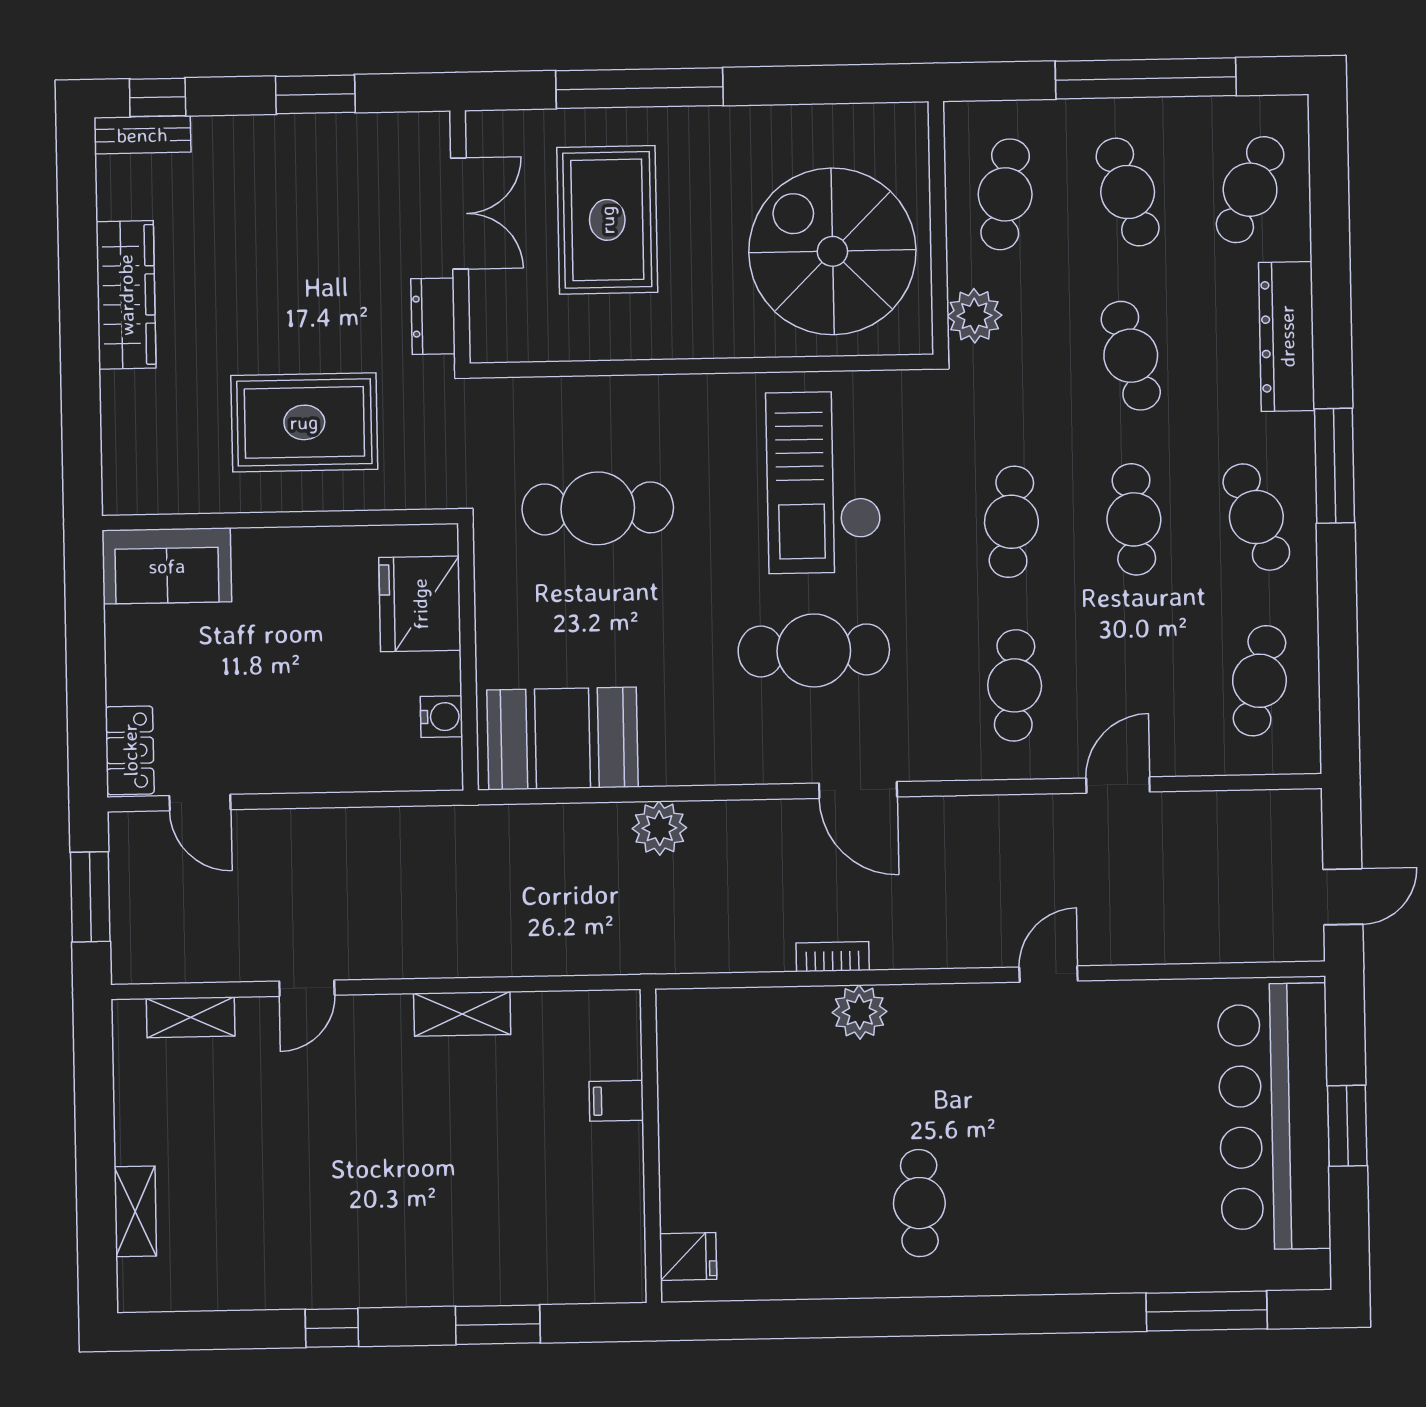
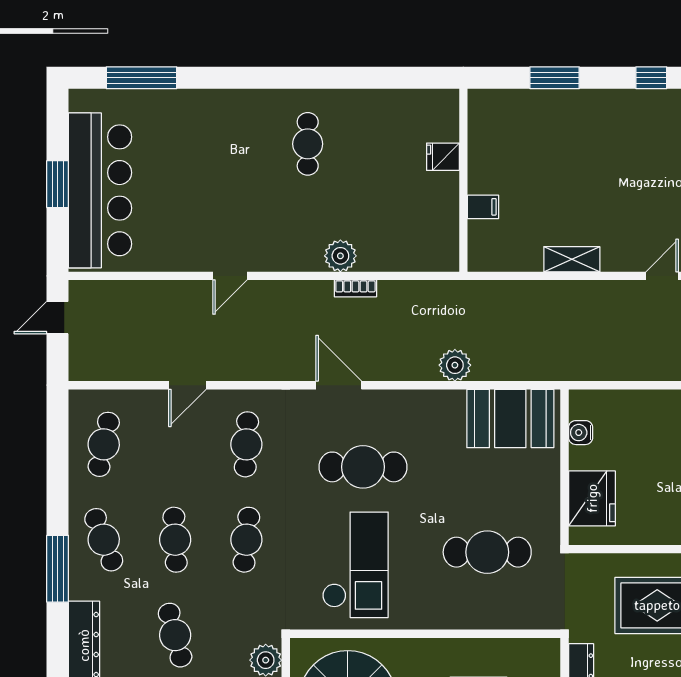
fridge: (688, 1256) -> (443, 157), moved

